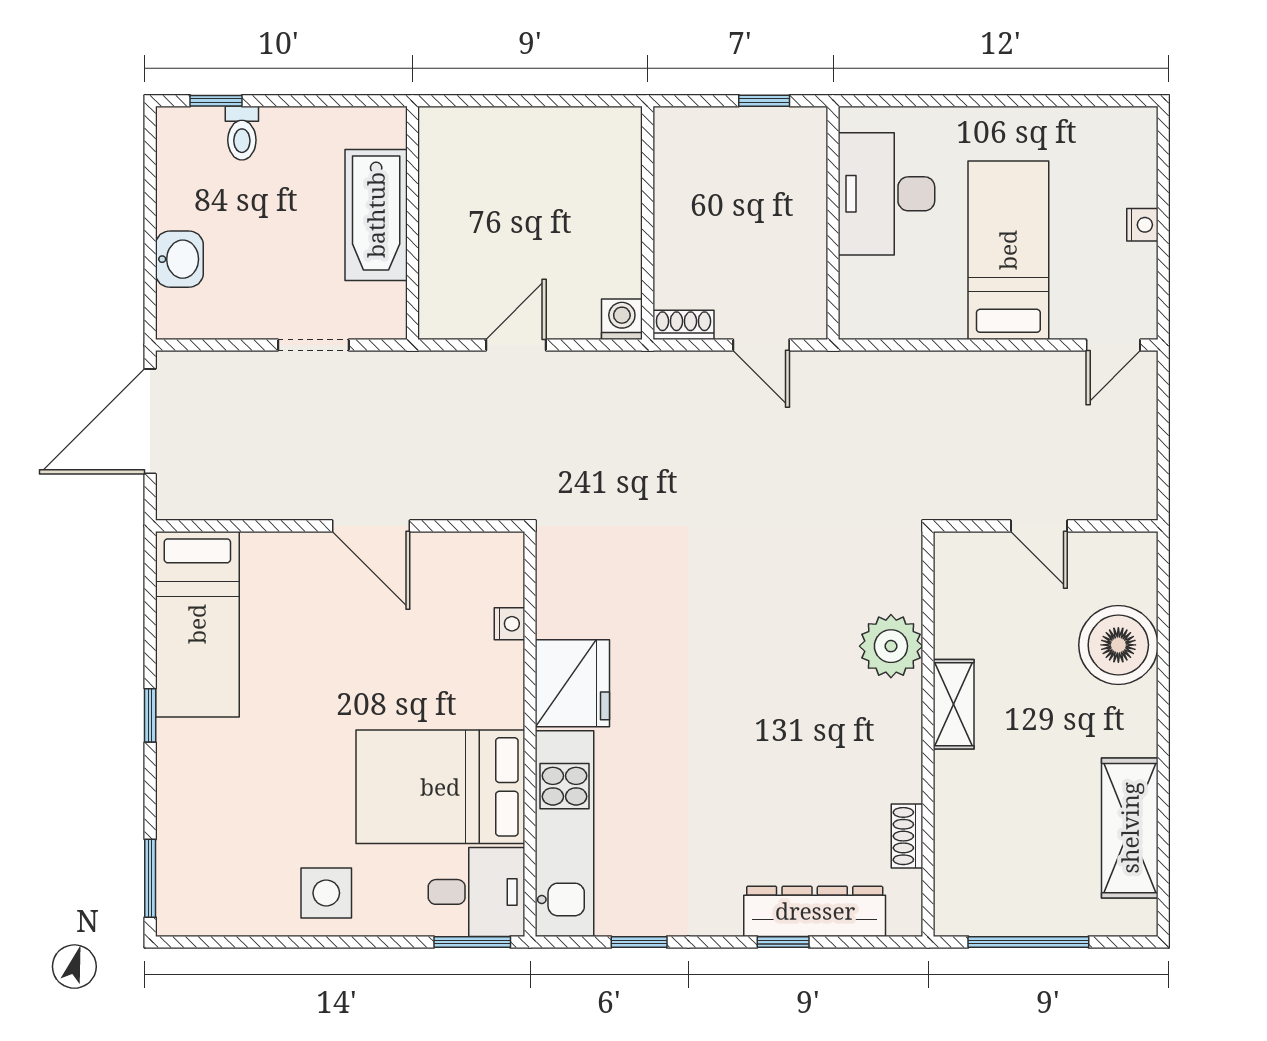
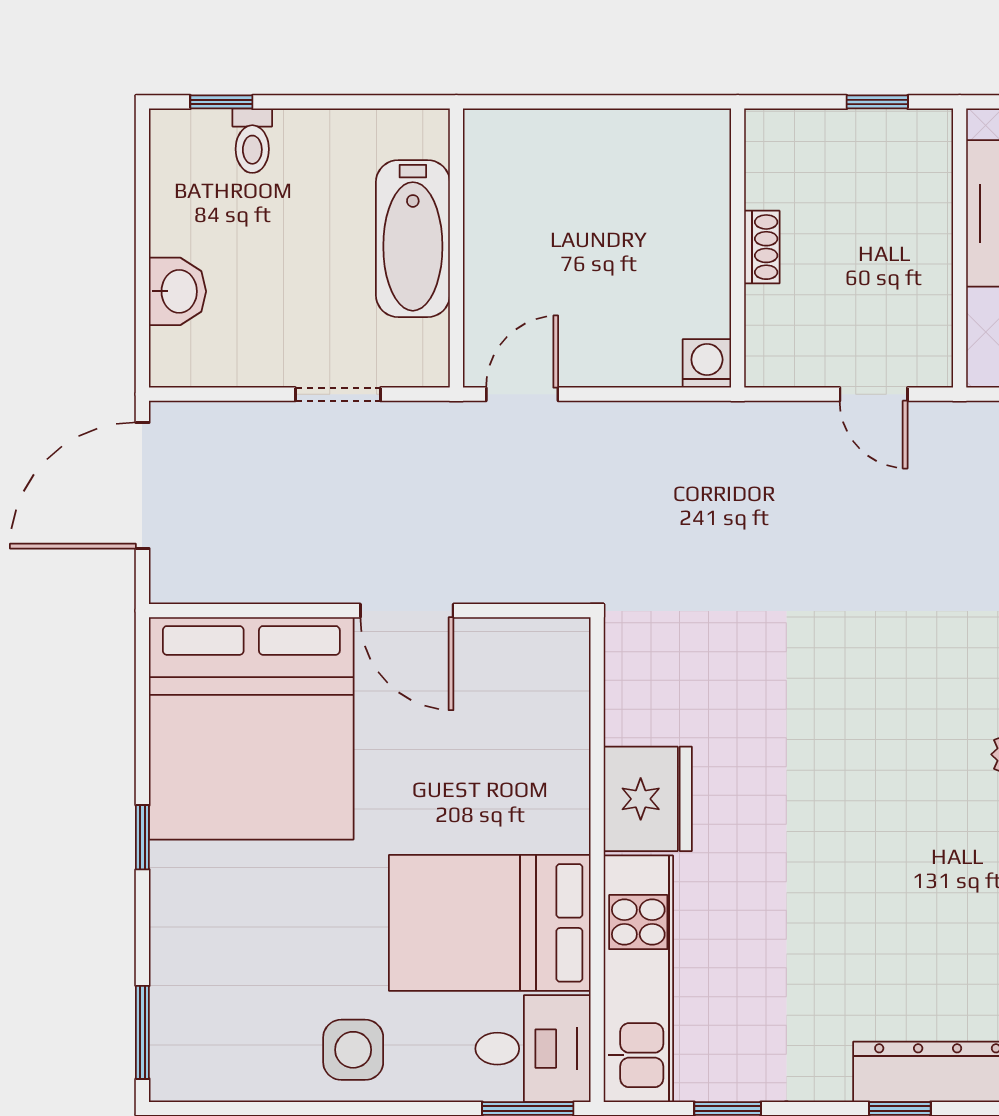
shoe rack: (683, 325) -> (762, 247), moved, turned 90
door: (516, 345) -> (522, 394), moved
bed: (197, 624) -> (251, 728), width x2.04
nightstand: (509, 624) -> (572, 728), removed

